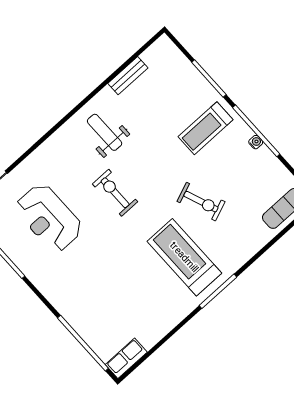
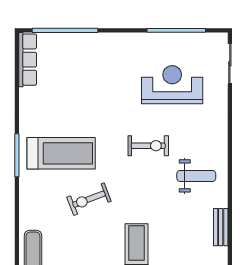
row of seats: (126, 358) -> (28, 60), width x1.48

